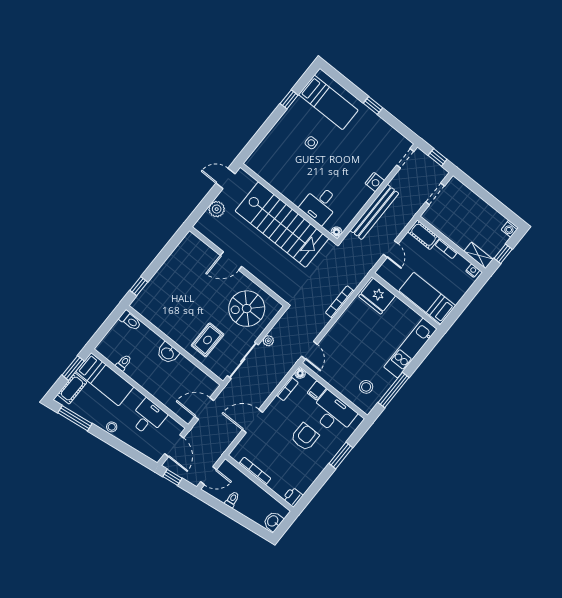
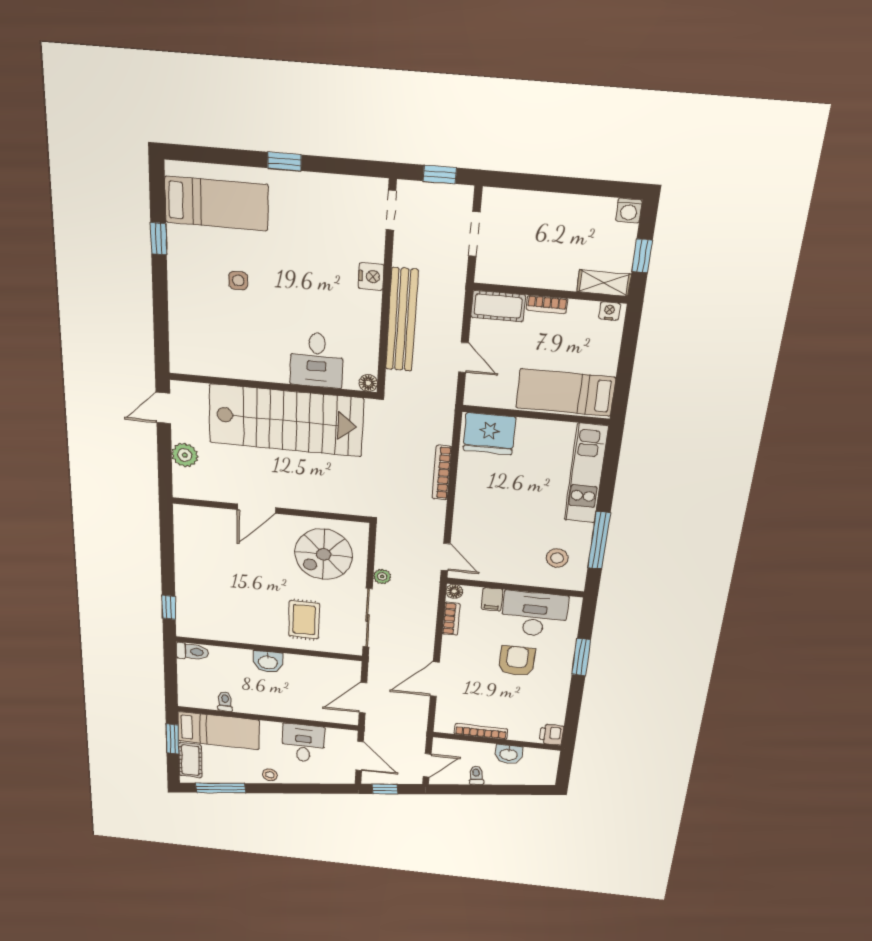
washbasin: (273, 521) -> (509, 754), moved, turned -90

